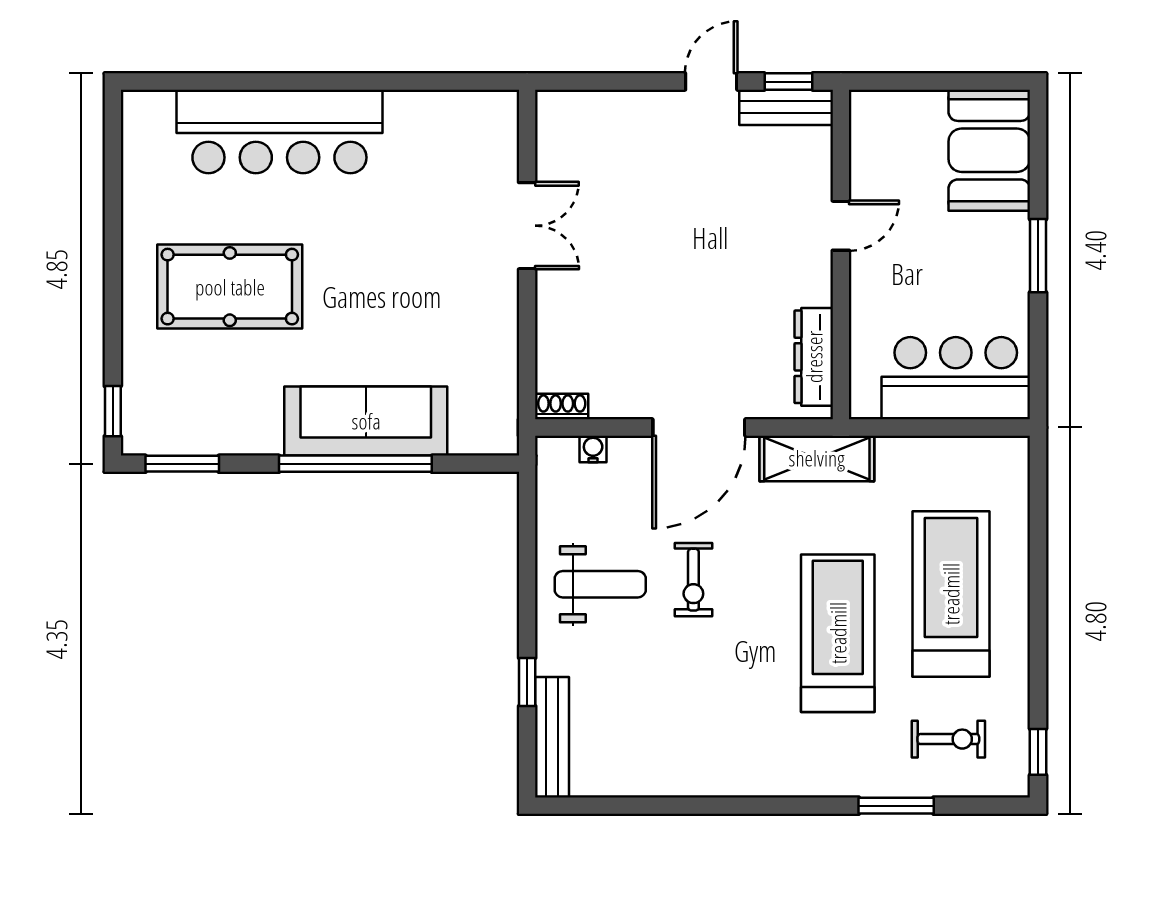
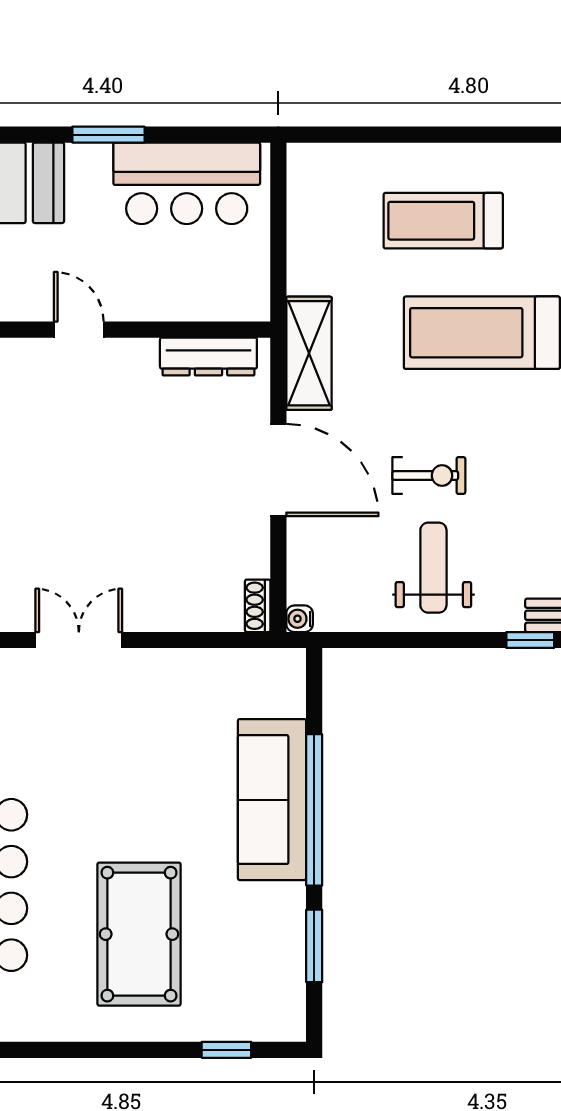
bar counter: (956, 378) -> (187, 183), moved, turned -90
window: (113, 411) -> (226, 1050), moved
water cooler: (593, 449) -> (300, 619), moved
window: (182, 464) -> (314, 946), moved
treadmill: (951, 594) -> (443, 221), width x0.73, depth x0.73

